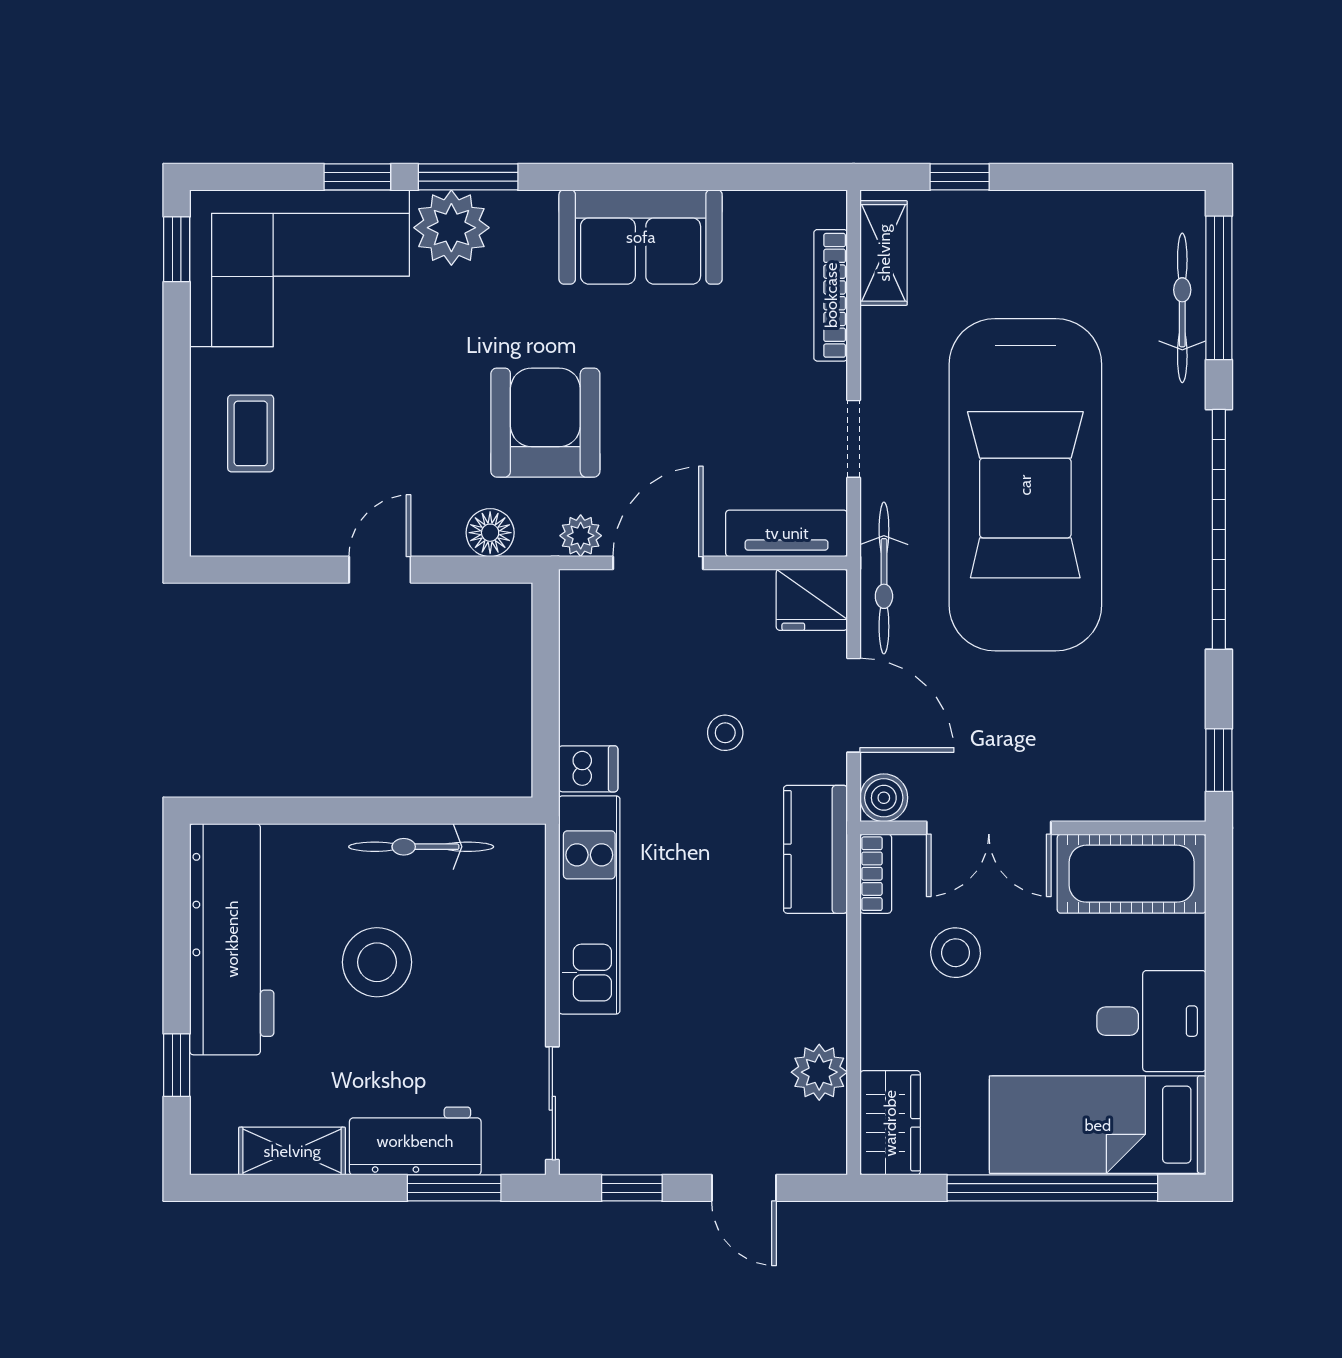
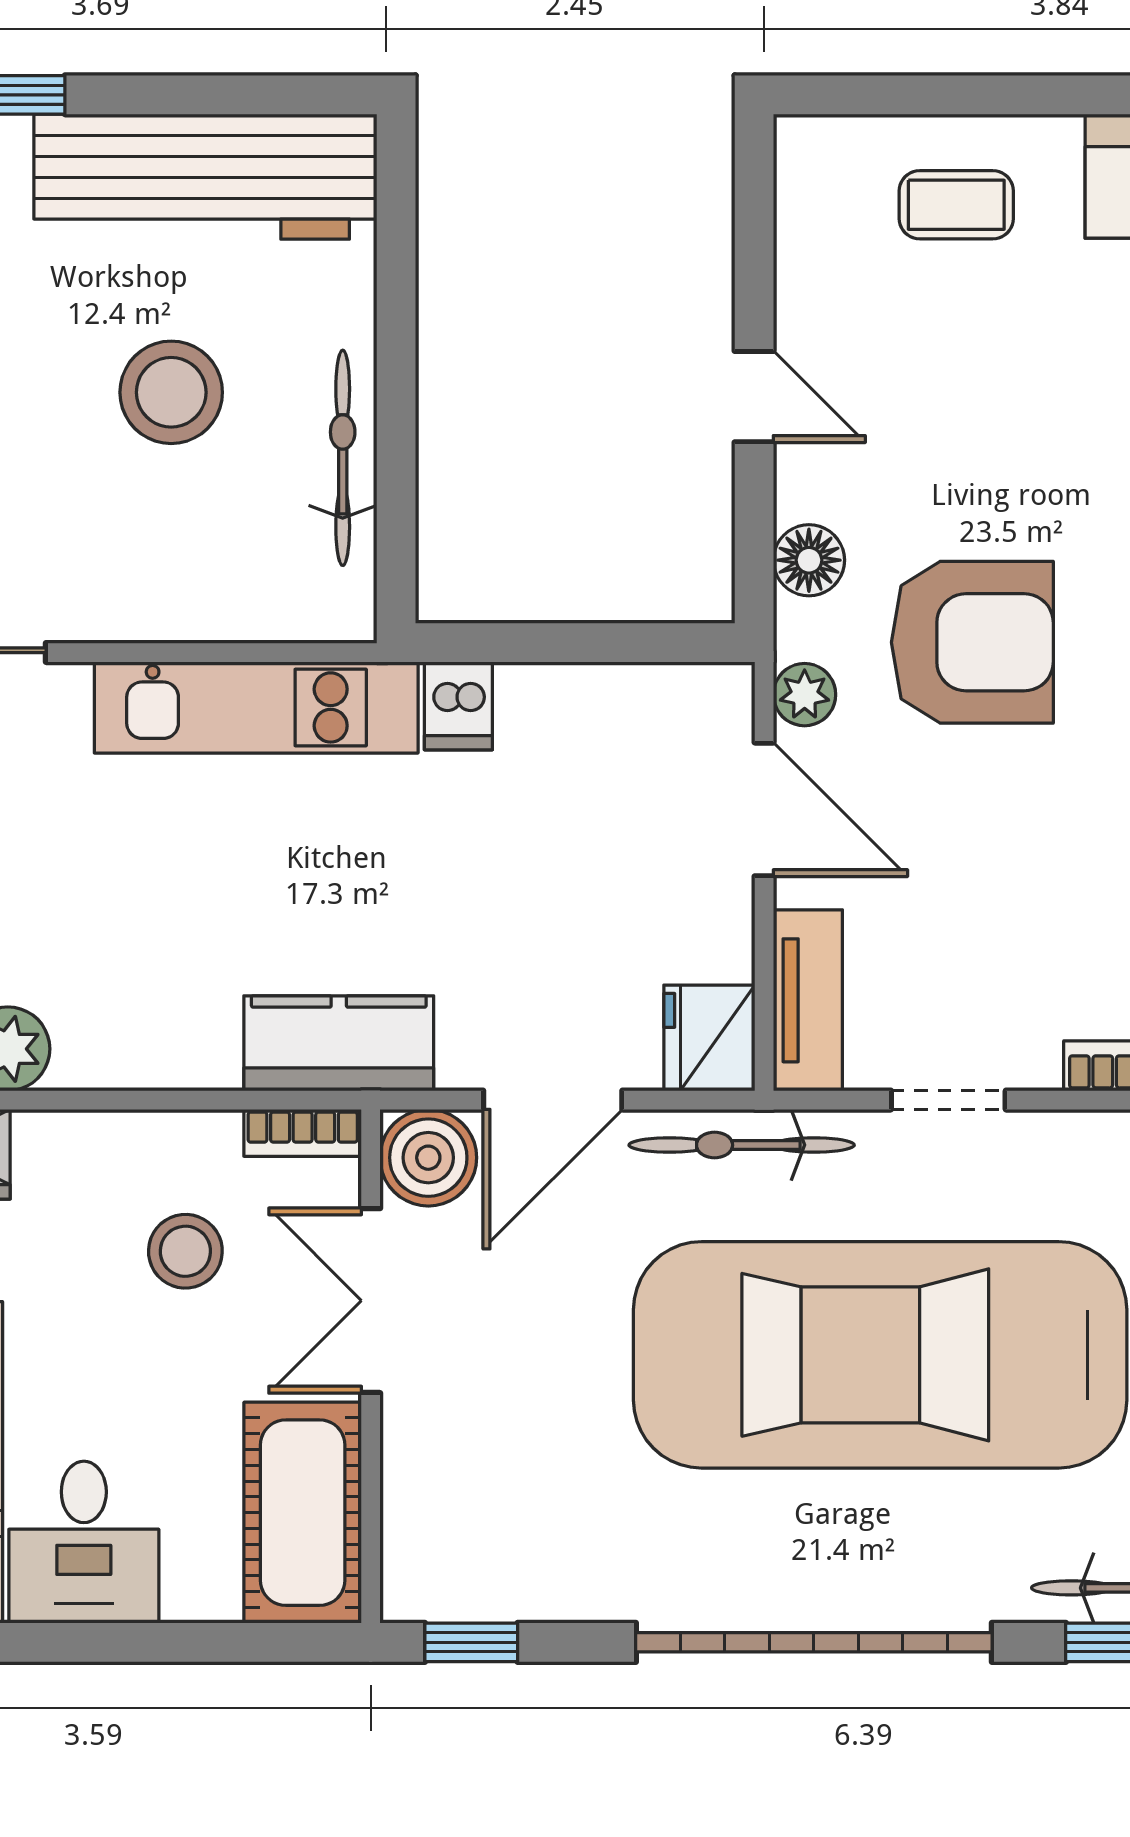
stool: (725, 733) -> (512, 909), removed
boiler: (884, 798) -> (428, 1158), width x1.36, depth x1.36

